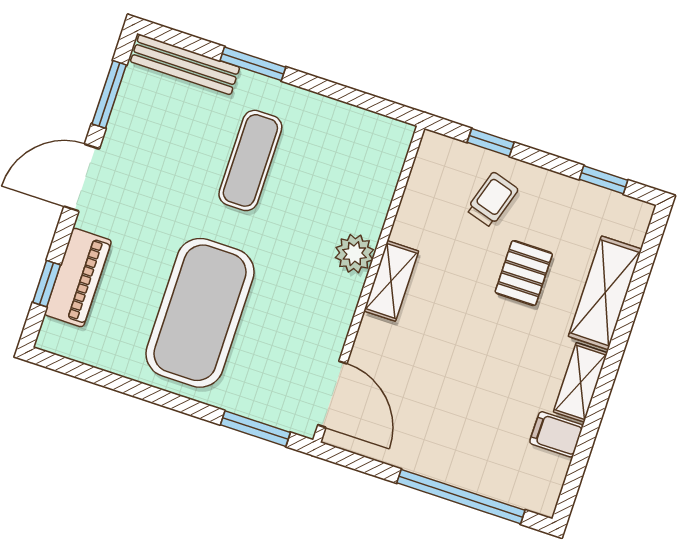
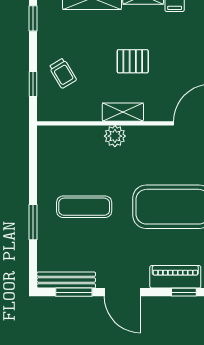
bench: (185, 65) -> (66, 280), moved, turned 90
trolley: (492, 200) -> (63, 73), turned -138
pallet: (524, 273) -> (133, 61), moved

